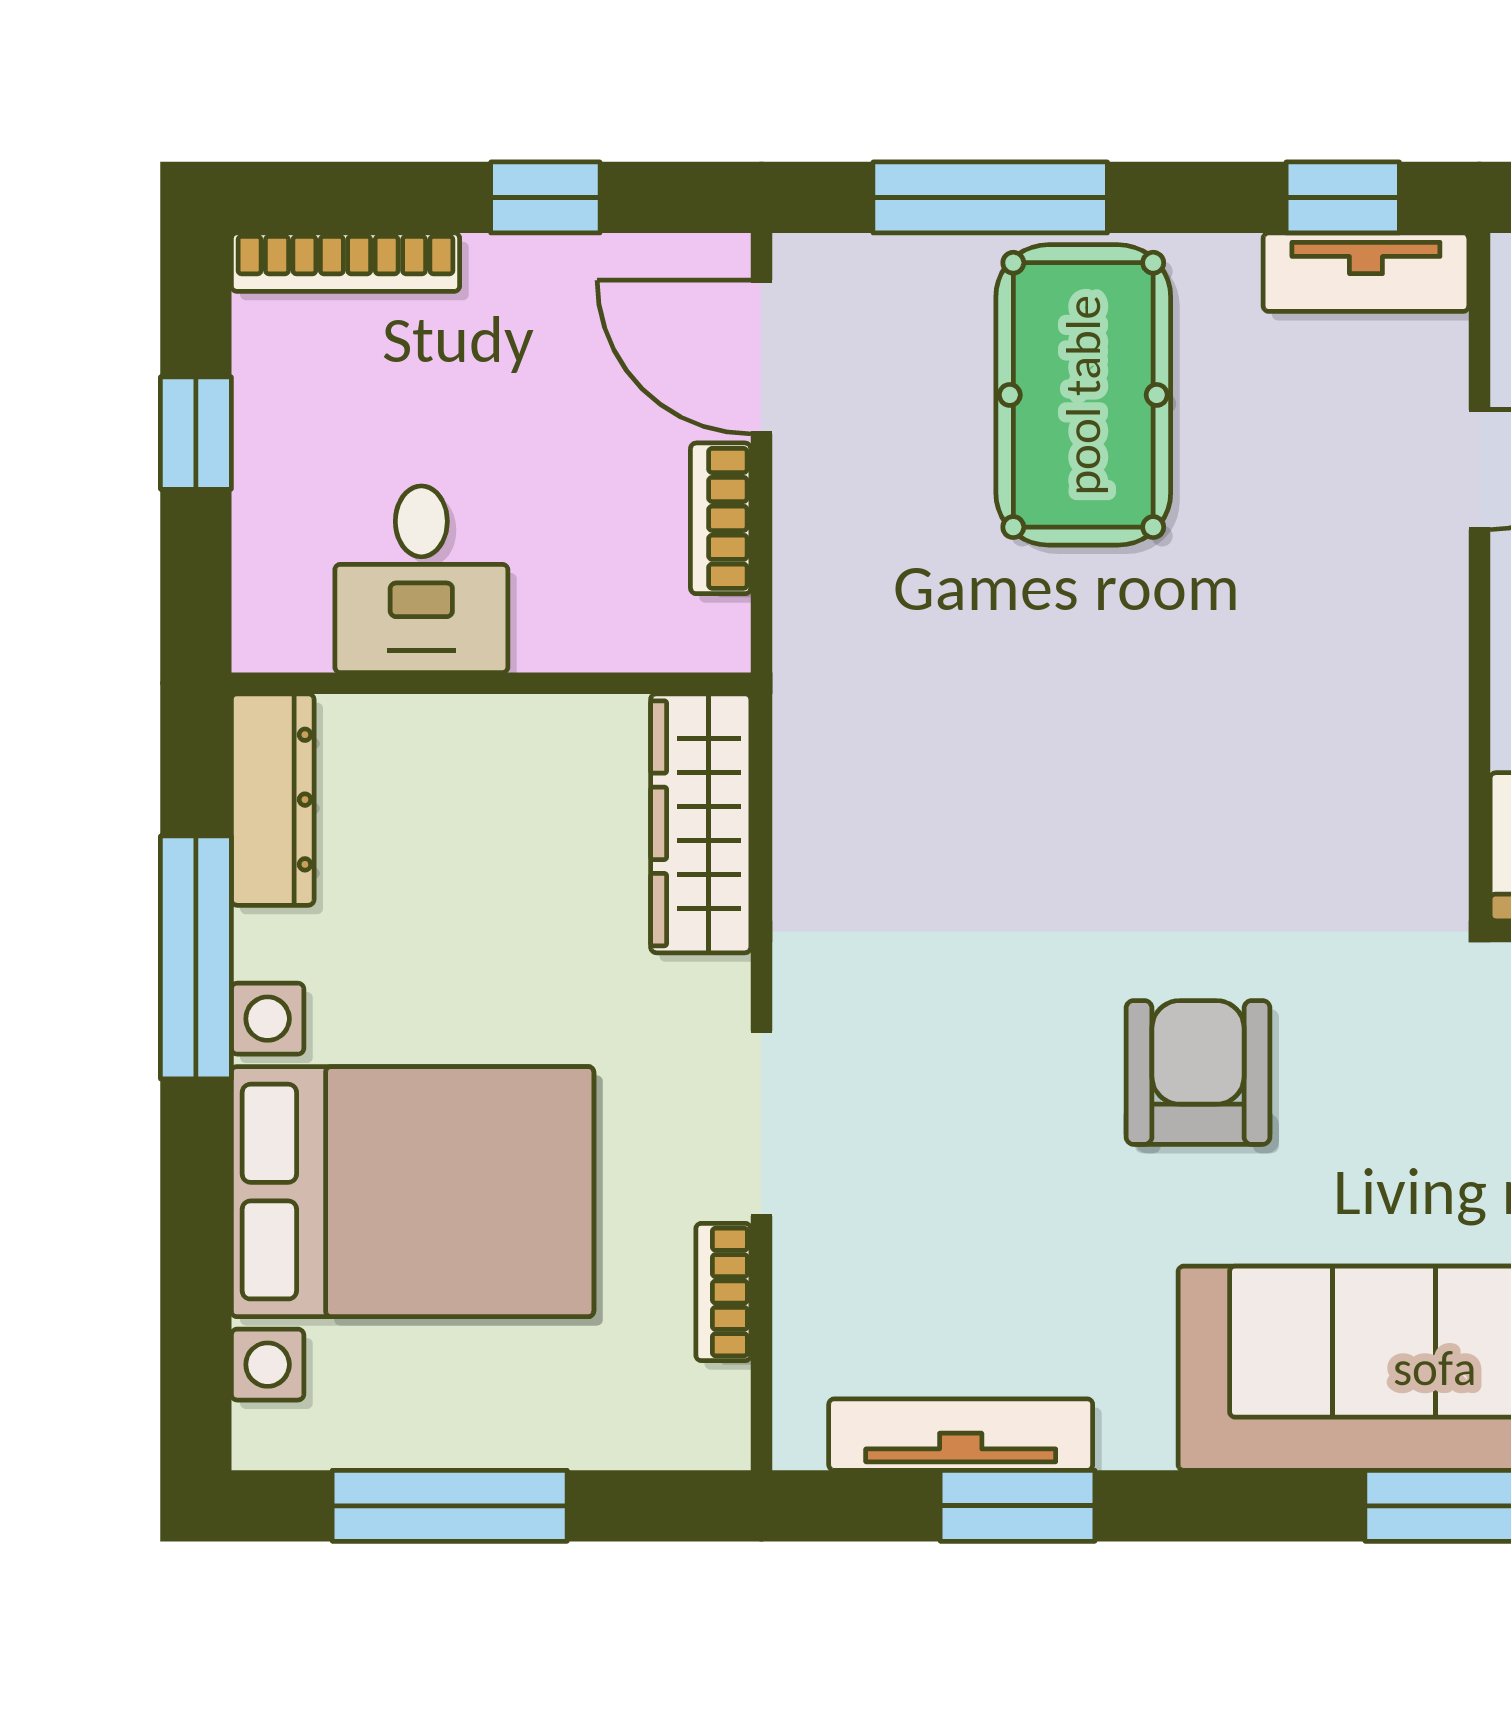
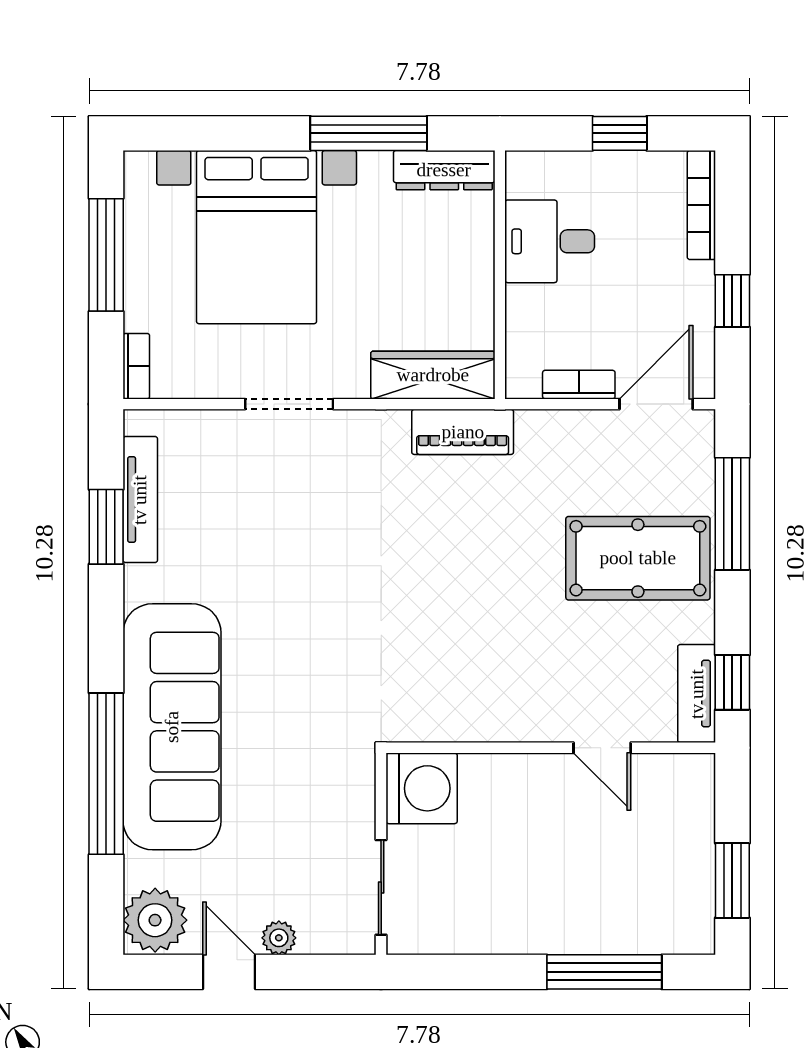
piano: (819, 761) -> (463, 432), added
armchair: (1198, 1072) -> (314, 613), removed
bookcase: (723, 1292) -> (136, 366), moved, turned 90

